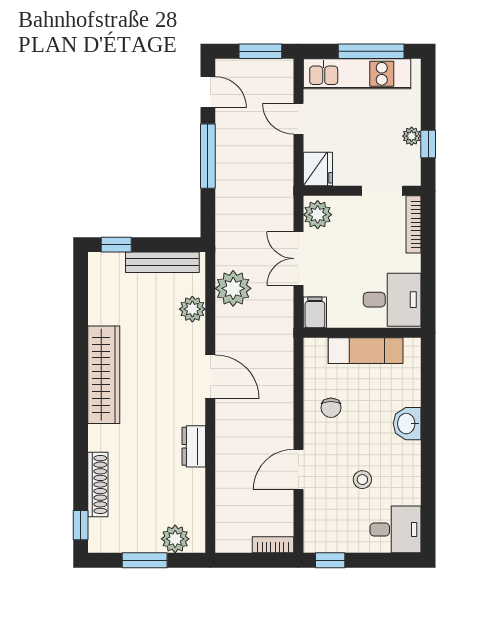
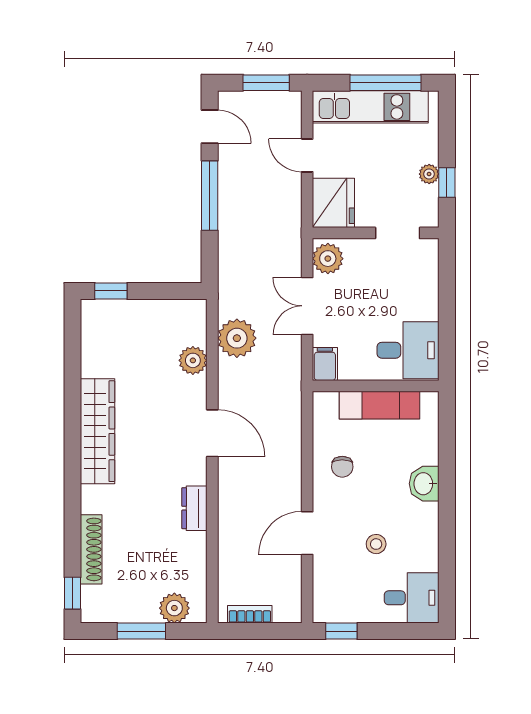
fridge: (318, 169) -> (333, 203), width x1.36, depth x1.34
bookcase: (413, 224) -> (431, 269), removed
bench: (162, 262) -> (161, 310), removed
bookcase: (273, 545) -> (250, 614), moved

